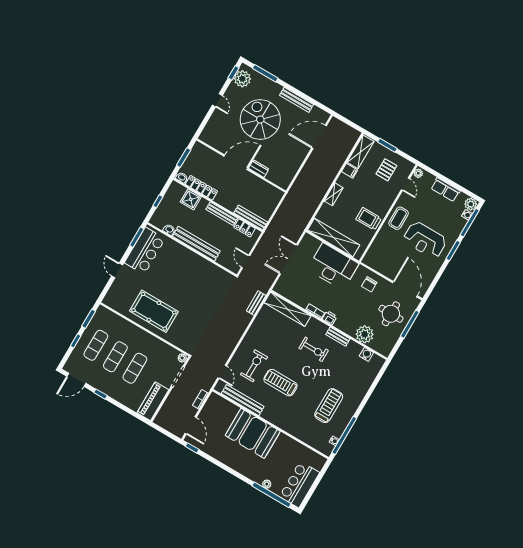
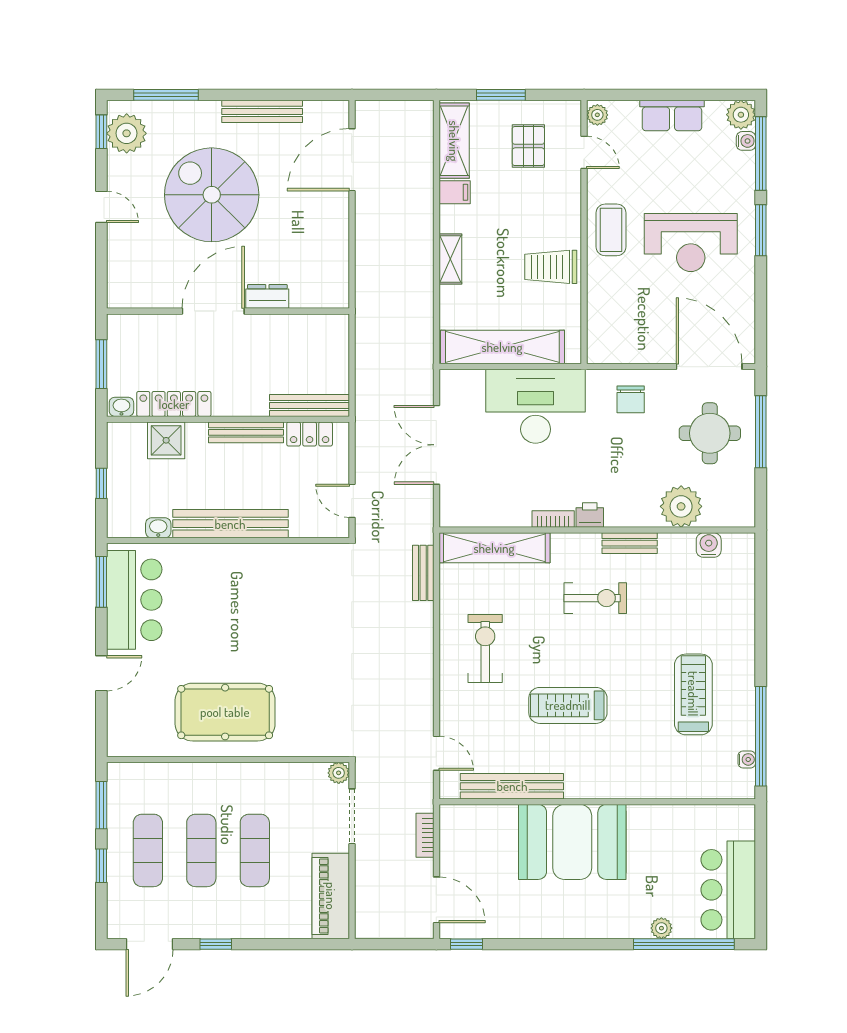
door: (117, 271) -> (101, 673), swing flipped
exercise bike: (254, 366) -> (485, 649), moved

